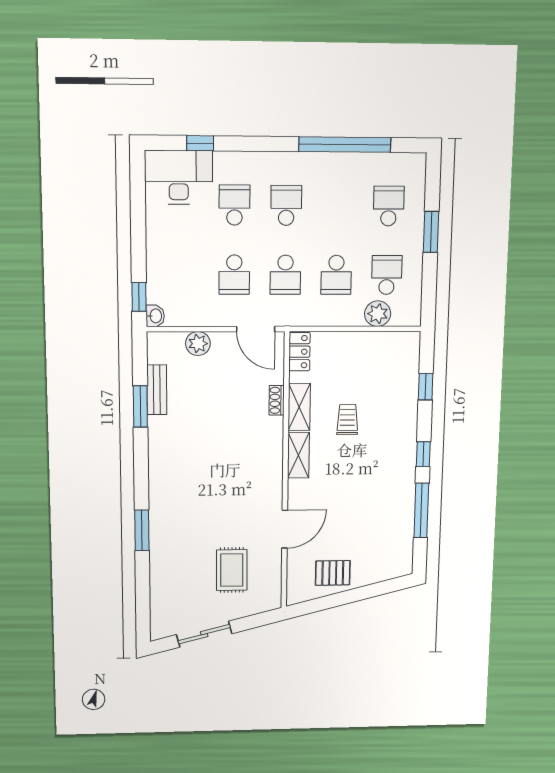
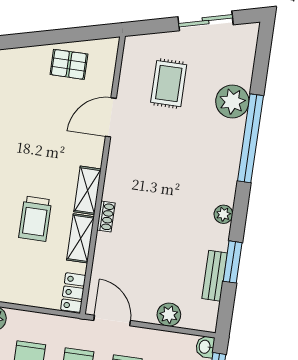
shoe rack: (277, 400) -> (106, 217), moved
trolley: (347, 420) -> (35, 219), width x1.36, depth x1.39
plant: (157, 452) -> (223, 214), added
window: (142, 530) -> (250, 138), width x2.11
plant: (166, 563) -> (232, 101), added

